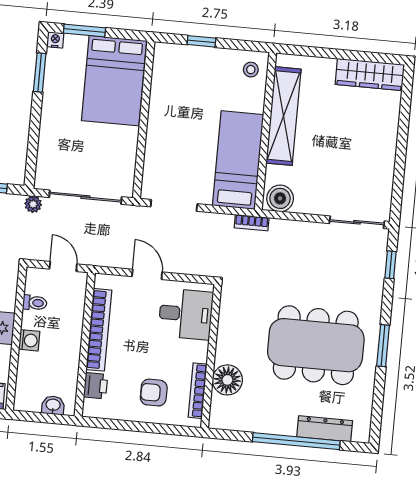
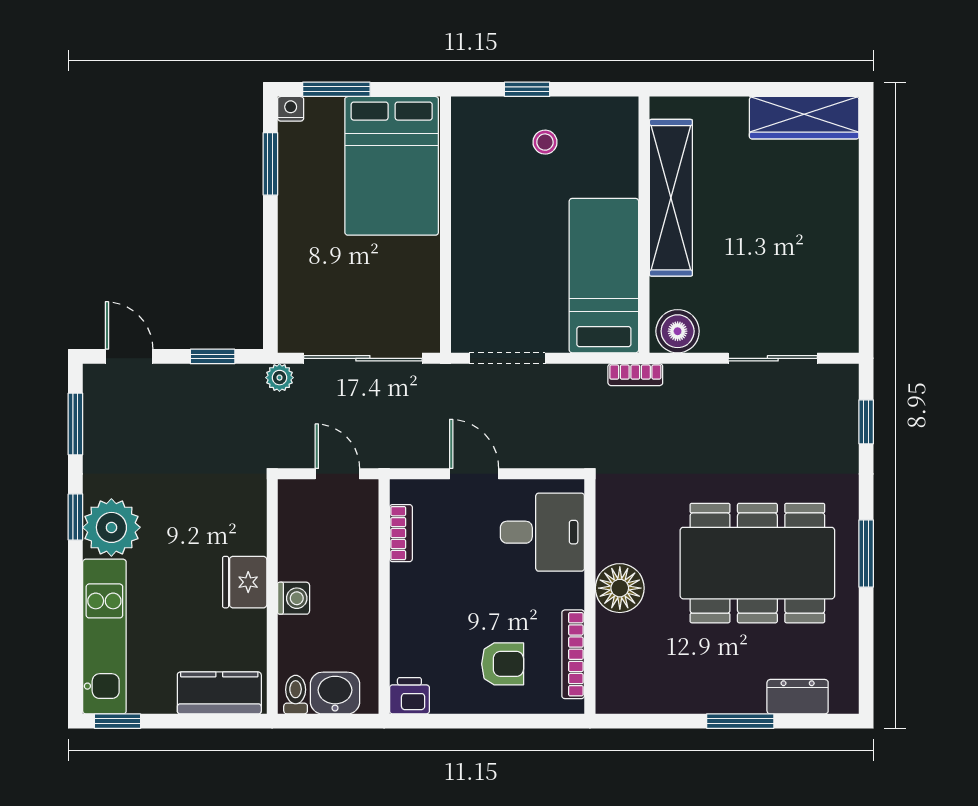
stool: (251, 70) -> (545, 142), moved
sliding door: (357, 222) -> (773, 358), moved
toilet: (35, 303) -> (296, 695), moved, turned -90
bookcase: (99, 330) -> (401, 533), width x0.43, depth x0.76
floor lamp: (227, 380) -> (620, 588), moved
printer: (96, 386) -> (409, 696), moved, turned -90
armchair: (154, 393) -> (503, 664), turned 180
washbasin: (53, 405) -> (335, 693), width x1.38, depth x1.45
dresser: (325, 429) -> (798, 697), width x0.70
window: (296, 441) -> (740, 721), width x0.47

